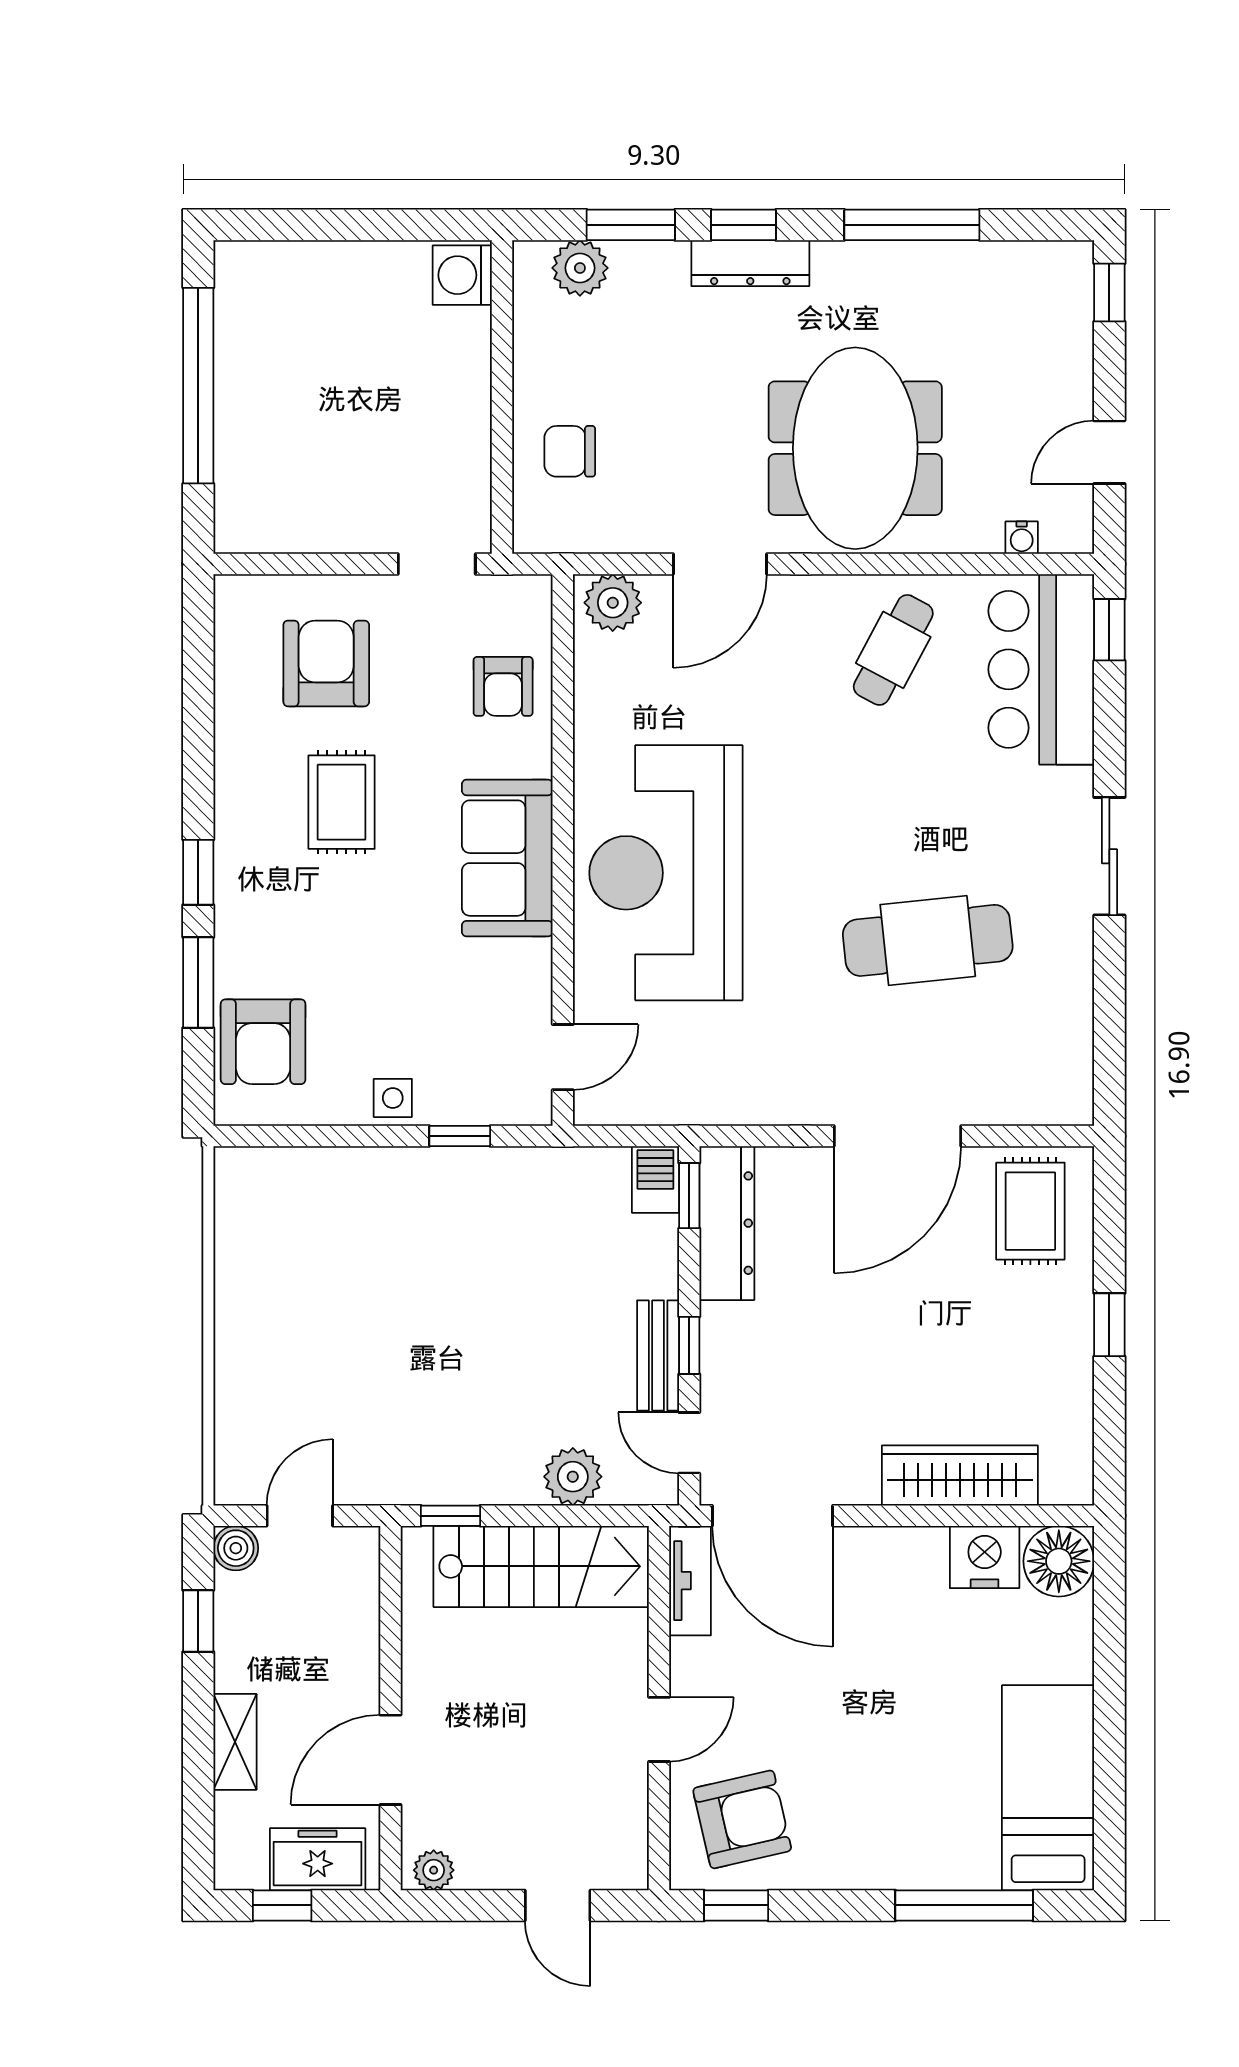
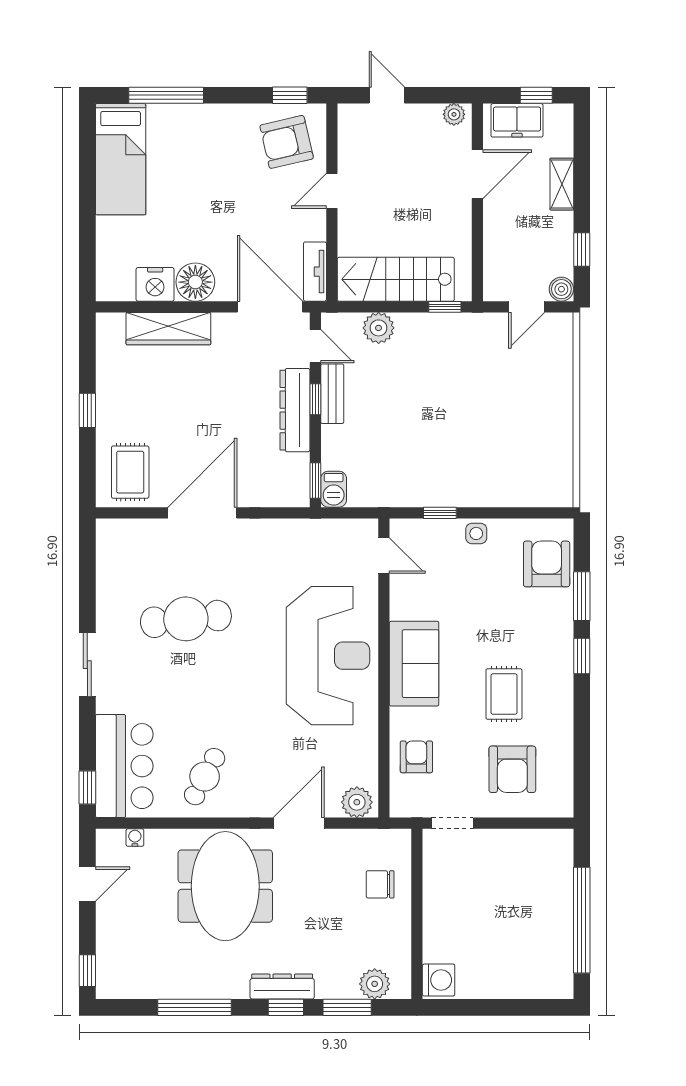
chair: (570, 451) -> (380, 884), turned 180
door: (563, 1057) -> (384, 556), swing flipped
dresser: (727, 1223) -> (295, 410), moved
floor lamp: (1059, 1561) -> (195, 282), moved

